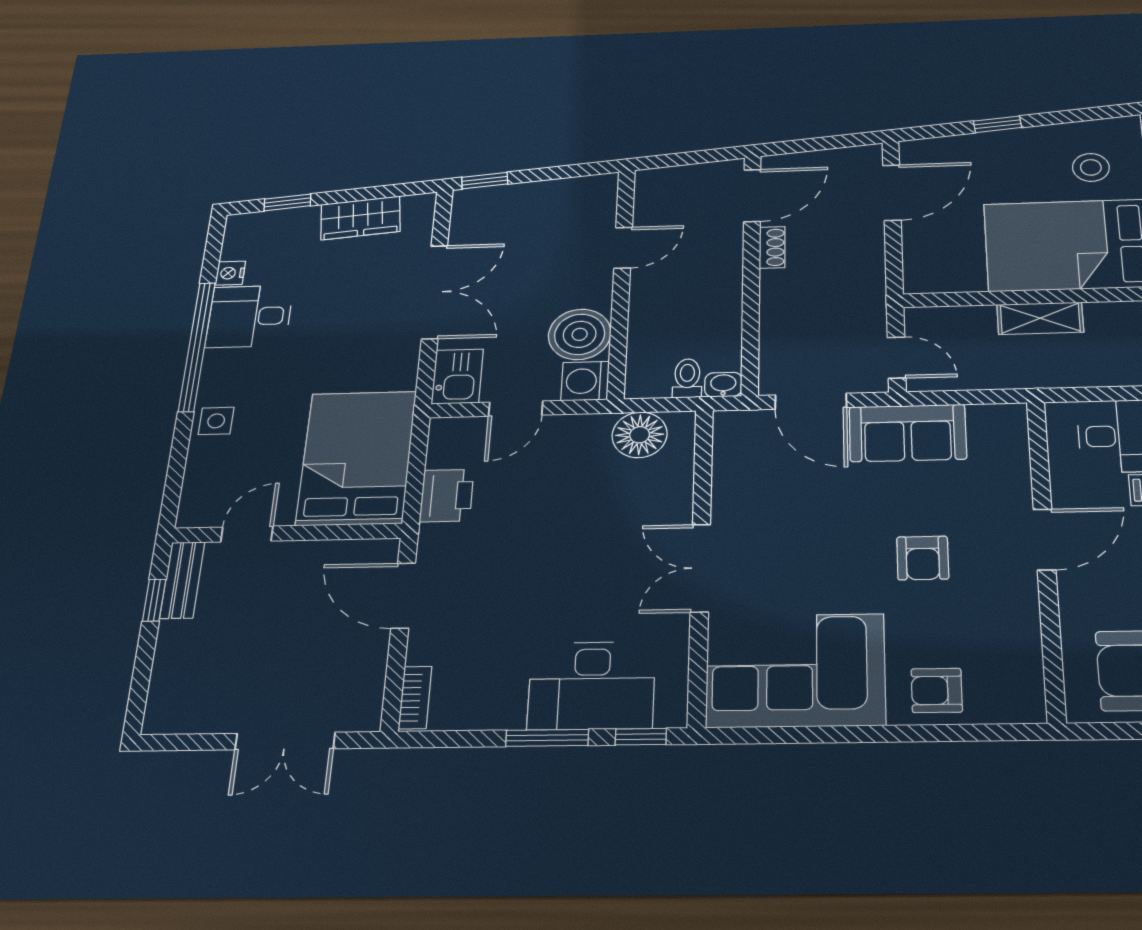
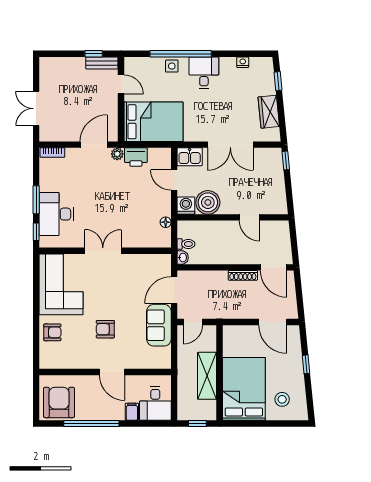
shoe rack: (772, 247) -> (243, 275), width x1.43
desk: (249, 316) -> (204, 73), moved
shelving: (1040, 318) -> (207, 376), width x1.50, depth x1.33
window: (197, 346) -> (181, 54), moved
floor lamp: (640, 435) -> (166, 222), width x0.53, depth x0.53
plant: (434, 539) -> (117, 154), added
armchair: (937, 690) -> (52, 332), turned 90

